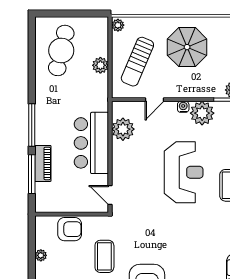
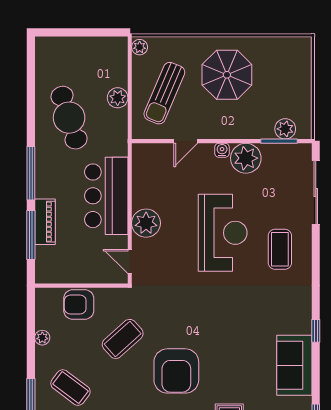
cafe table: (61, 50) -> (69, 118), moved, turned -31
plant: (123, 129) -> (146, 223), moved
armchair: (70, 229) -> (79, 305), turned 180
coffee table: (104, 256) -> (123, 339), turned 48

